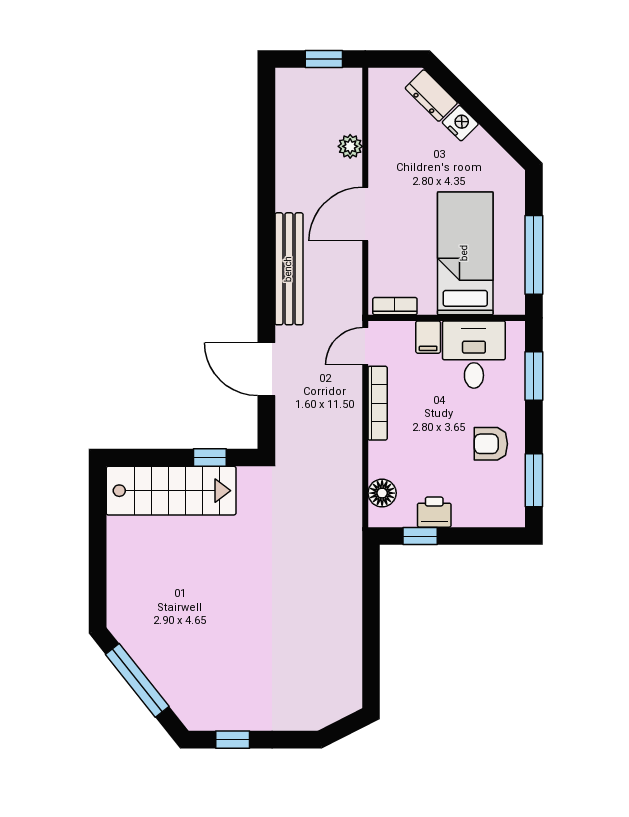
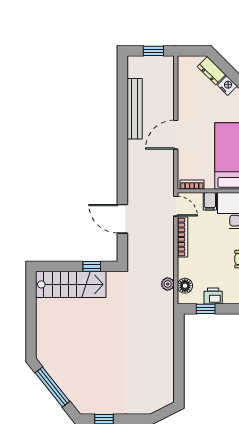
plant: (350, 146) -> (168, 284), moved
bench: (289, 269) -> (135, 109), moved
door: (365, 346) -> (176, 206), swing flipped

